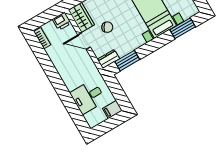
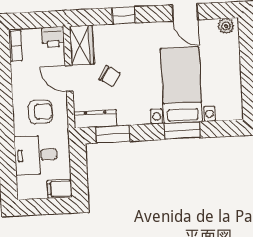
window: (183, 28) -> (182, 131), moved
dresser: (108, 59) -> (95, 119), width x1.44
armchair: (77, 70) -> (40, 112), added

